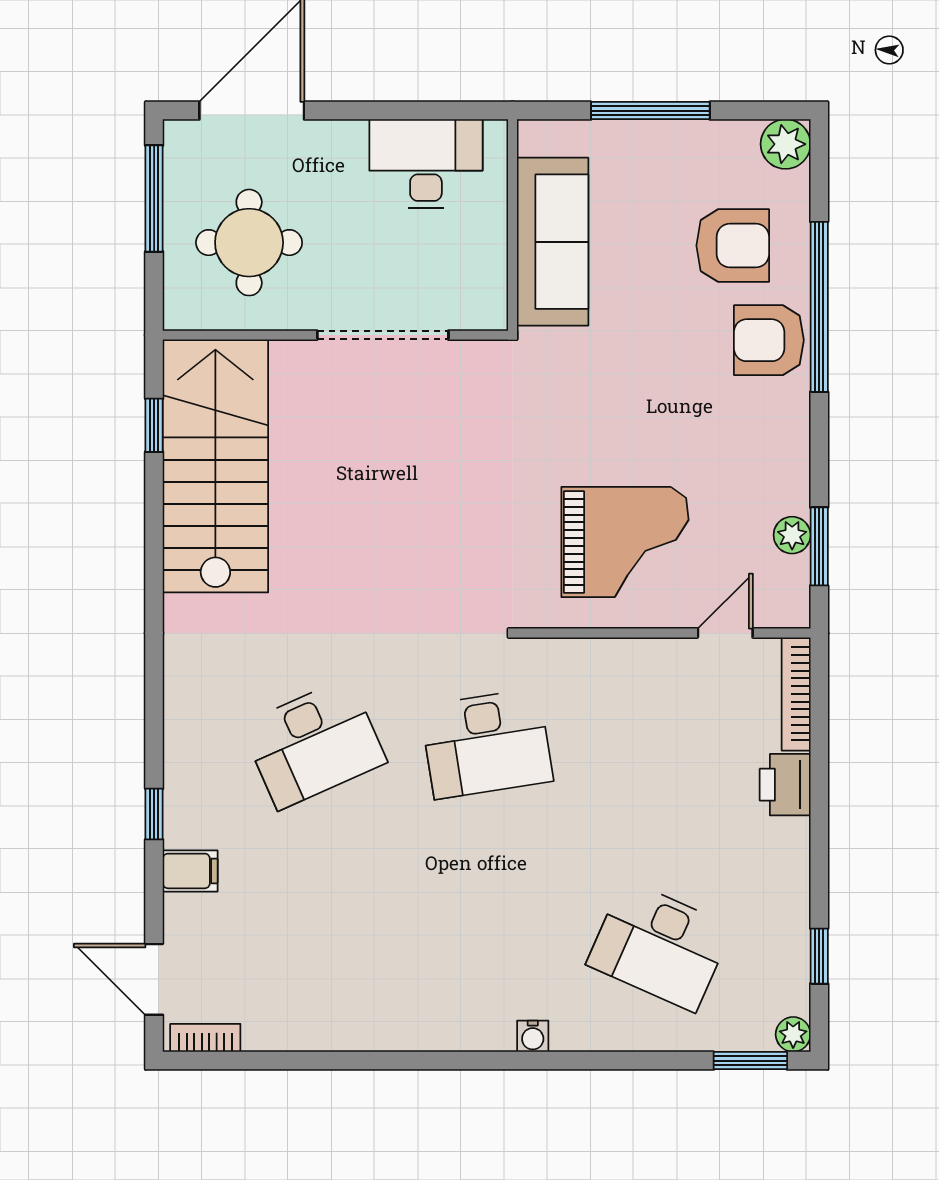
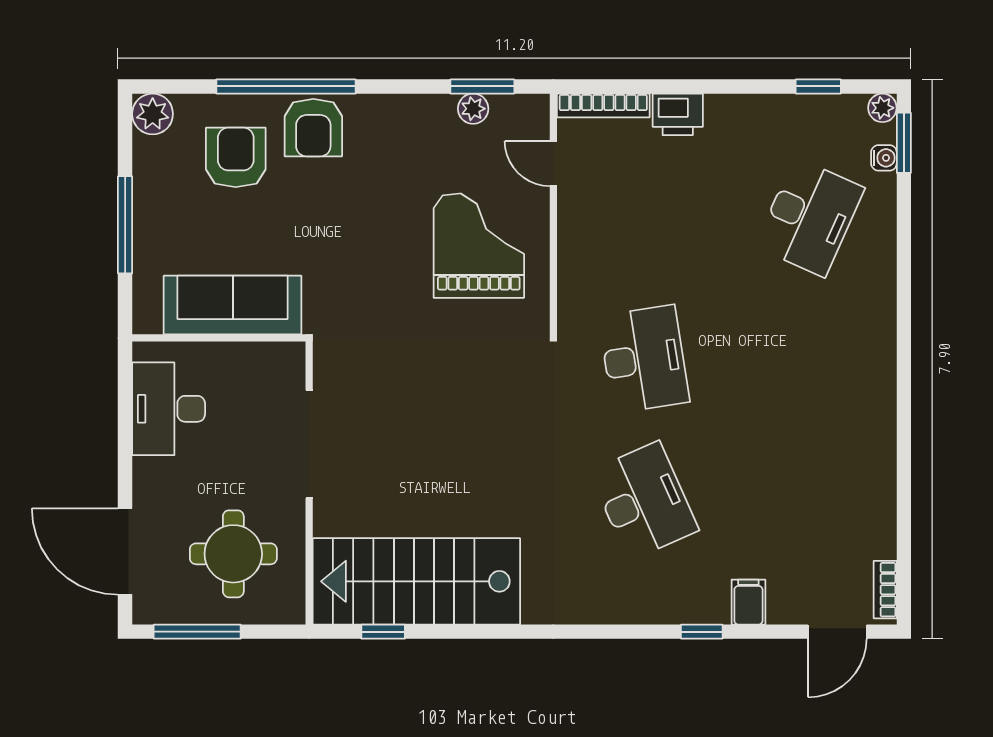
water cooler: (533, 1036) -> (884, 158), moved

